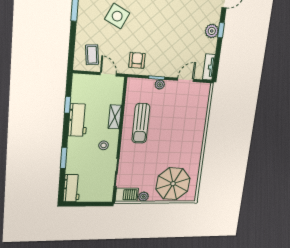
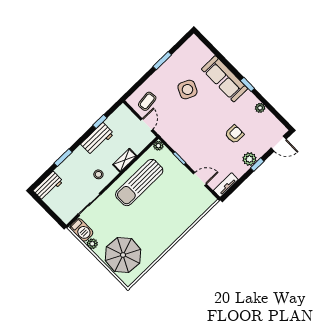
armchair: (137, 60) -> (234, 134), moved
plant: (160, 84) -> (158, 146), moved
sun lounger: (141, 123) -> (139, 183), width x1.36, depth x1.34

